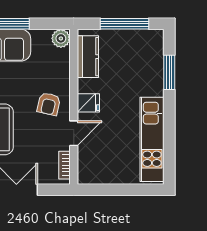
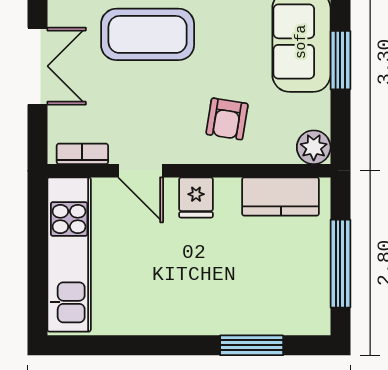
armchair: (49, 104) -> (227, 119), moved, turned -94
kitchen unit: (152, 139) -> (69, 254), moved, turned 90

